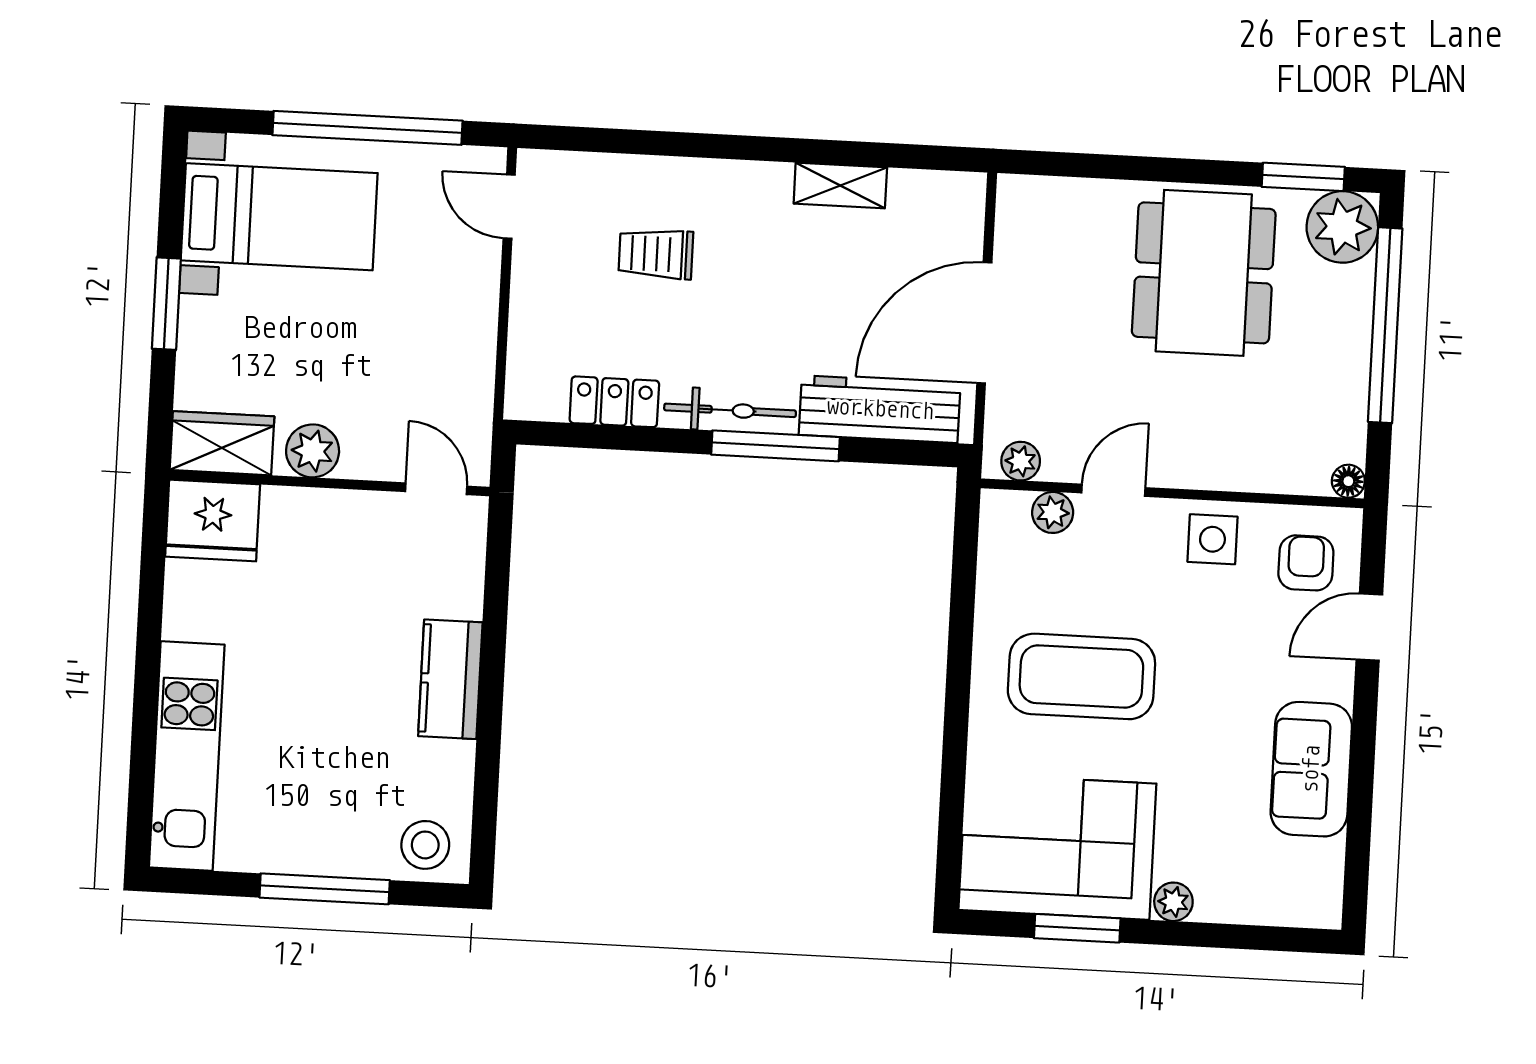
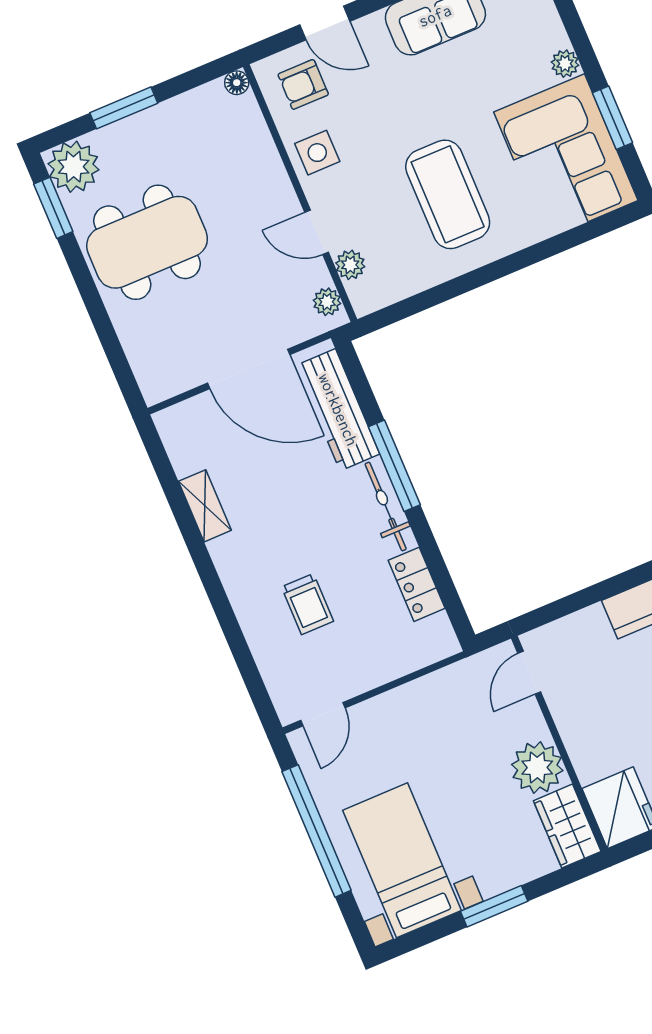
window: (1385, 325) -> (124, 108), width x0.47
plant: (313, 451) -> (537, 768), width x1.36, depth x1.36

